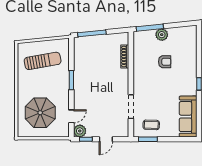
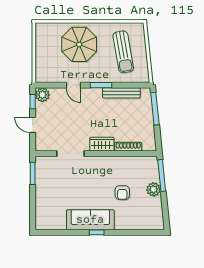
bench: (78, 62) -> (121, 93), added
wardrobe: (123, 79) -> (102, 144), added
parasol: (40, 113) -> (79, 44), moved
door: (71, 116) -> (73, 85), moved
sofa: (188, 117) -> (90, 220), moved
coffee table: (151, 125) -> (49, 177), removed

